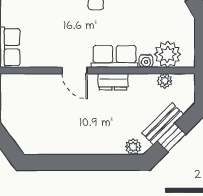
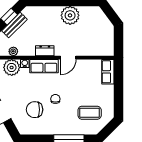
door: (75, 70) -> (68, 58), swing flipped
plant: (133, 147) -> (70, 15), moved, width x1.88, depth x1.88

